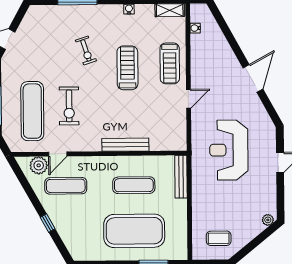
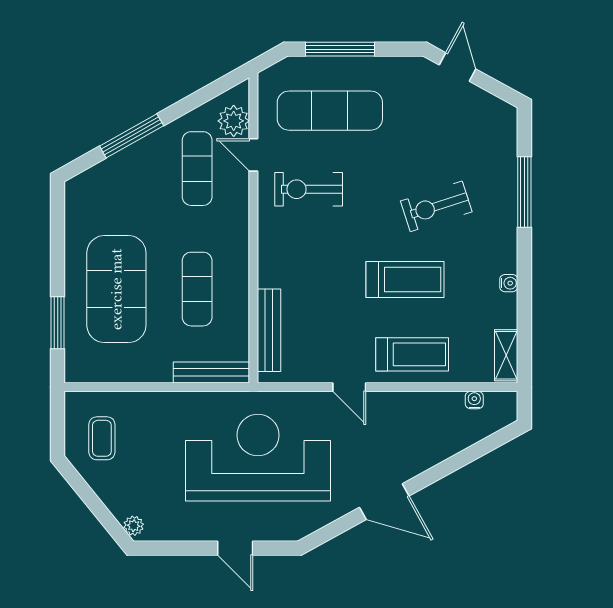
exercise bike: (86, 50) -> (436, 206), width x1.38, depth x1.39
treadmill: (170, 63) -> (412, 354), turned 180
exercise bike: (69, 106) -> (309, 189), moved
bench: (125, 145) -> (269, 330), moved
reception desk: (229, 150) -> (258, 458), width x1.36, depth x1.30
window: (48, 223) -> (132, 136), width x2.17

